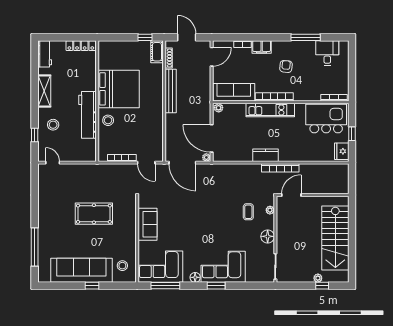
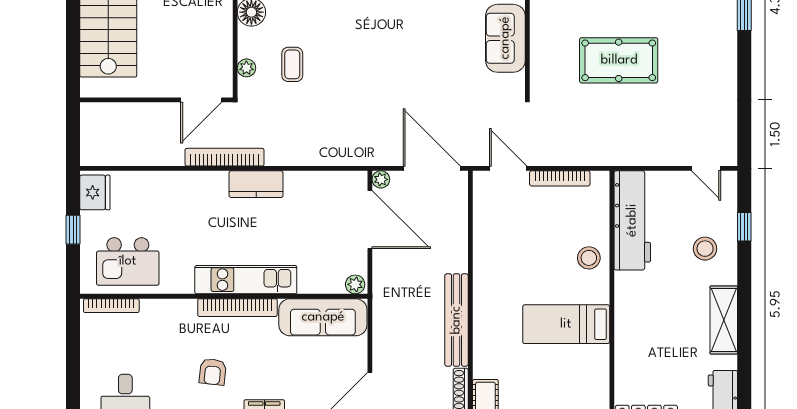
bed: (119, 89) -> (566, 324), width x0.49
workbench: (88, 115) -> (632, 220), moved
kitchen island: (326, 119) -> (128, 261), width x0.73, depth x0.78

